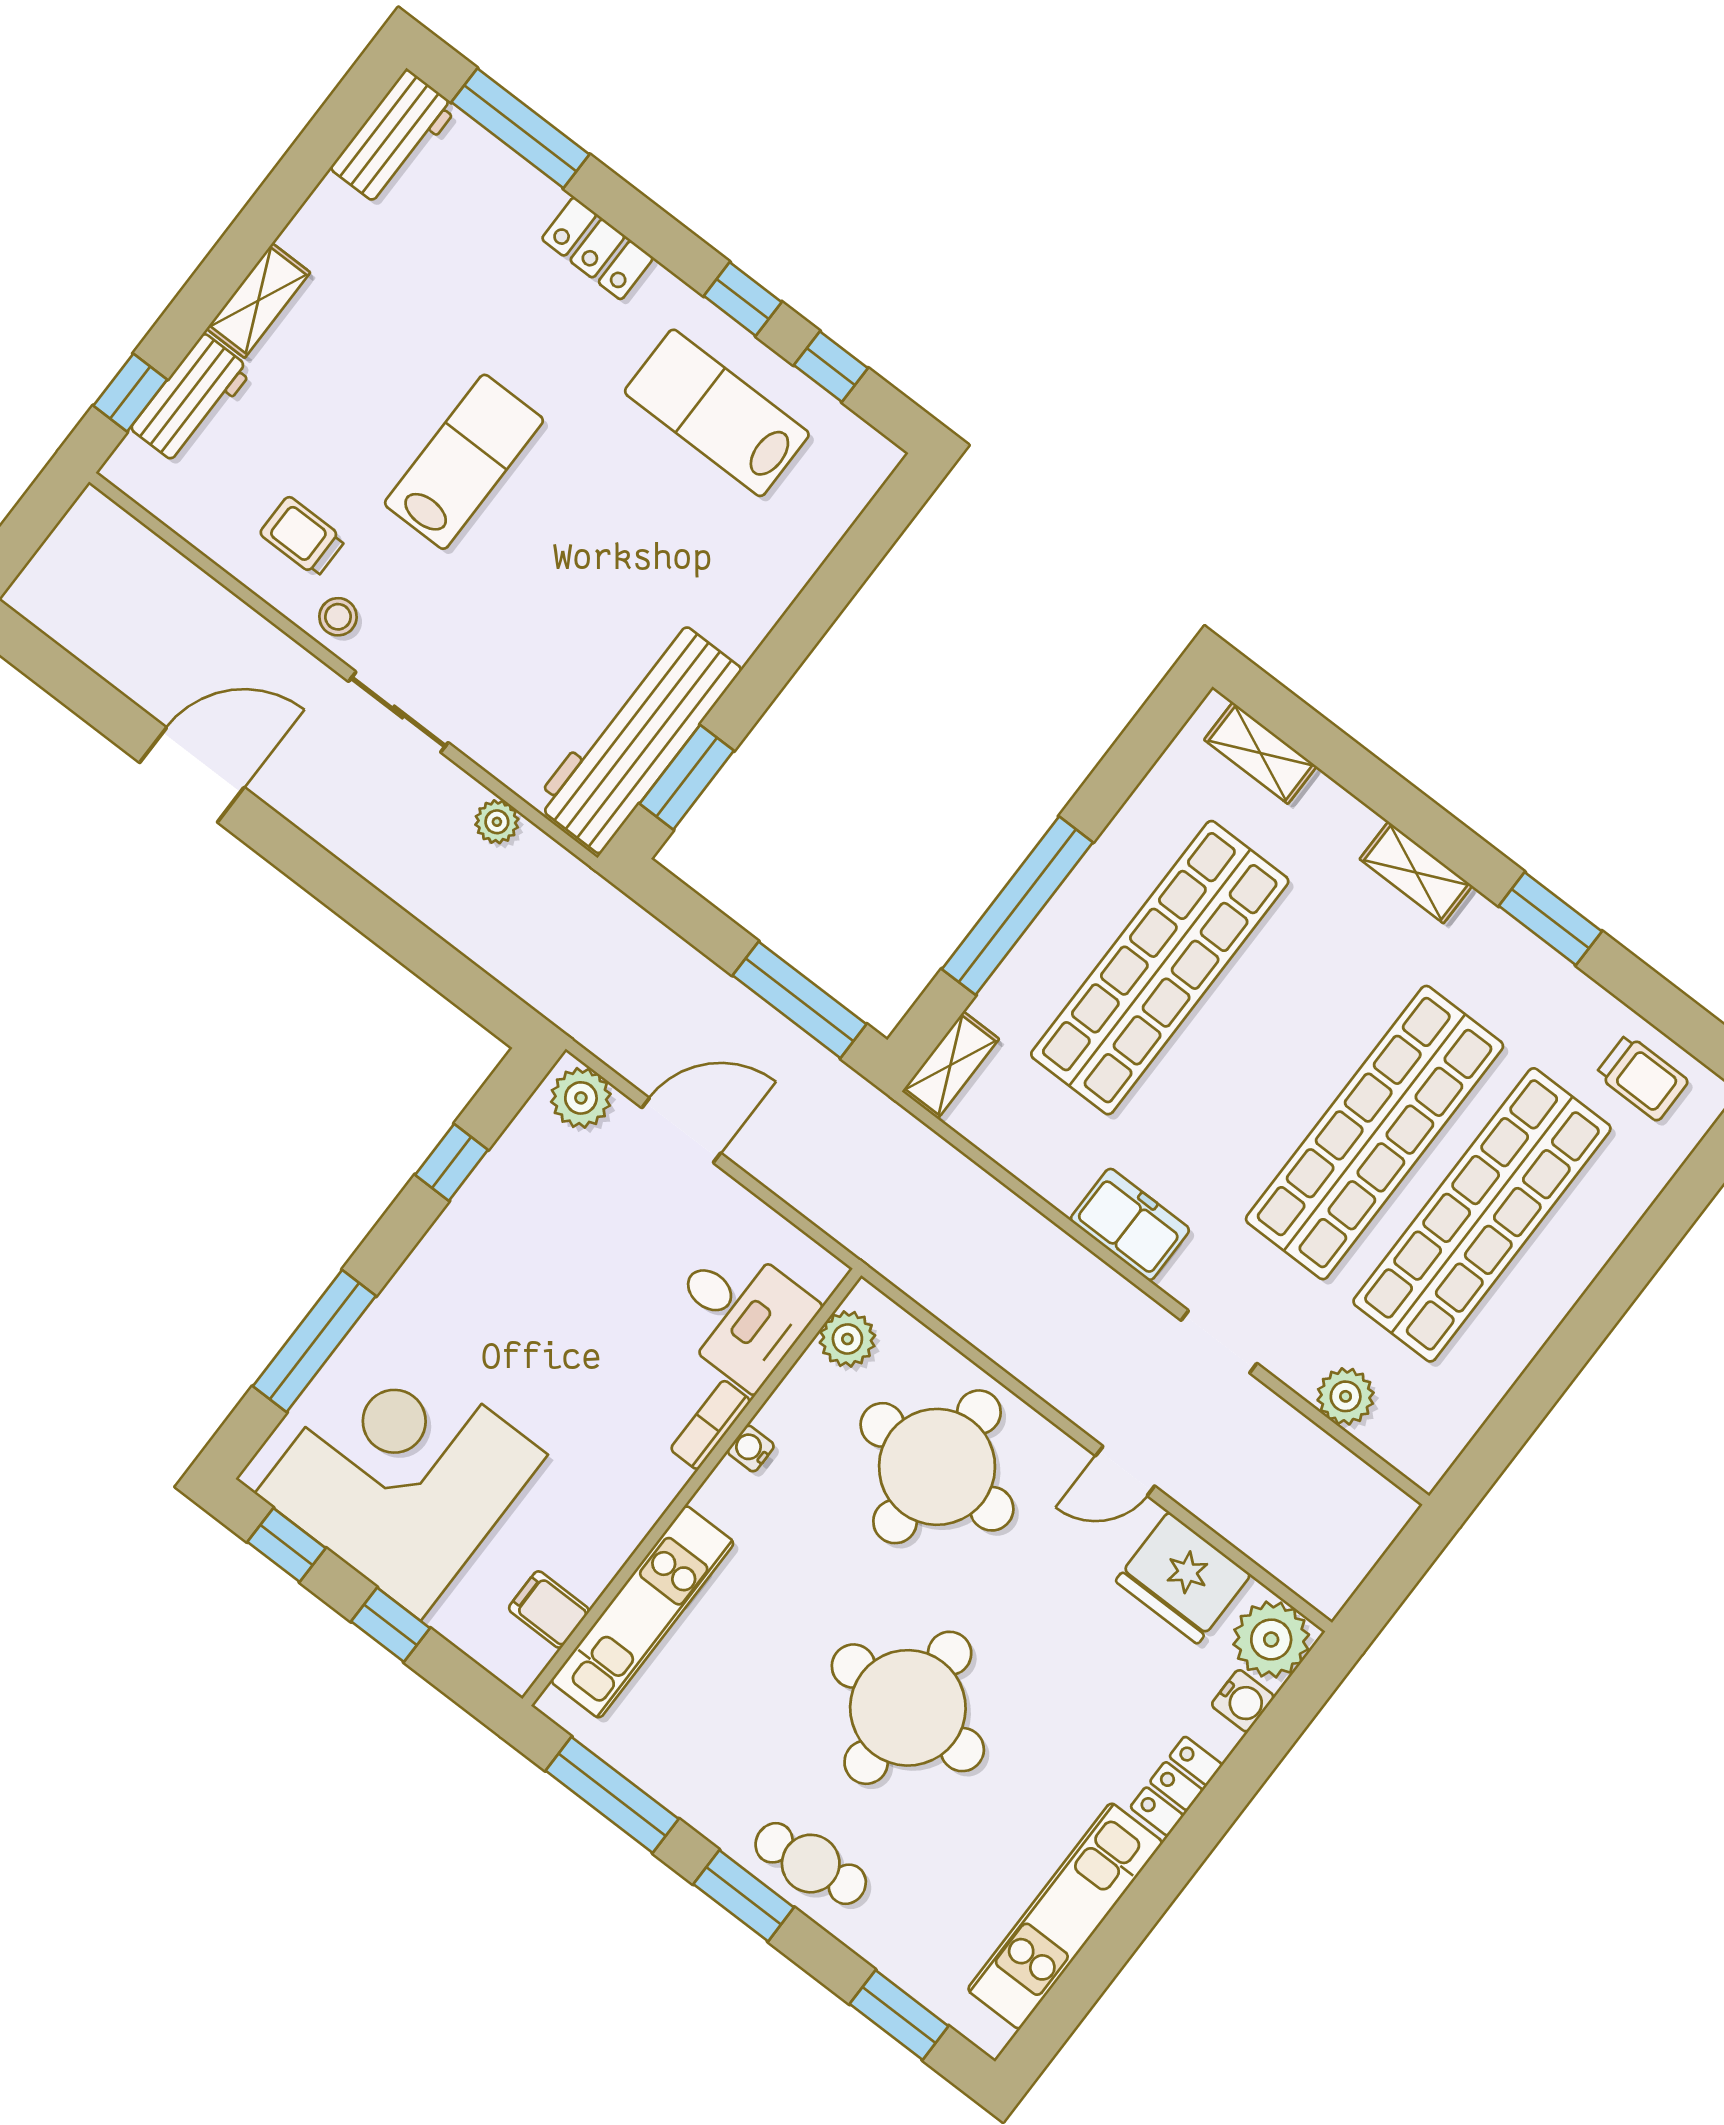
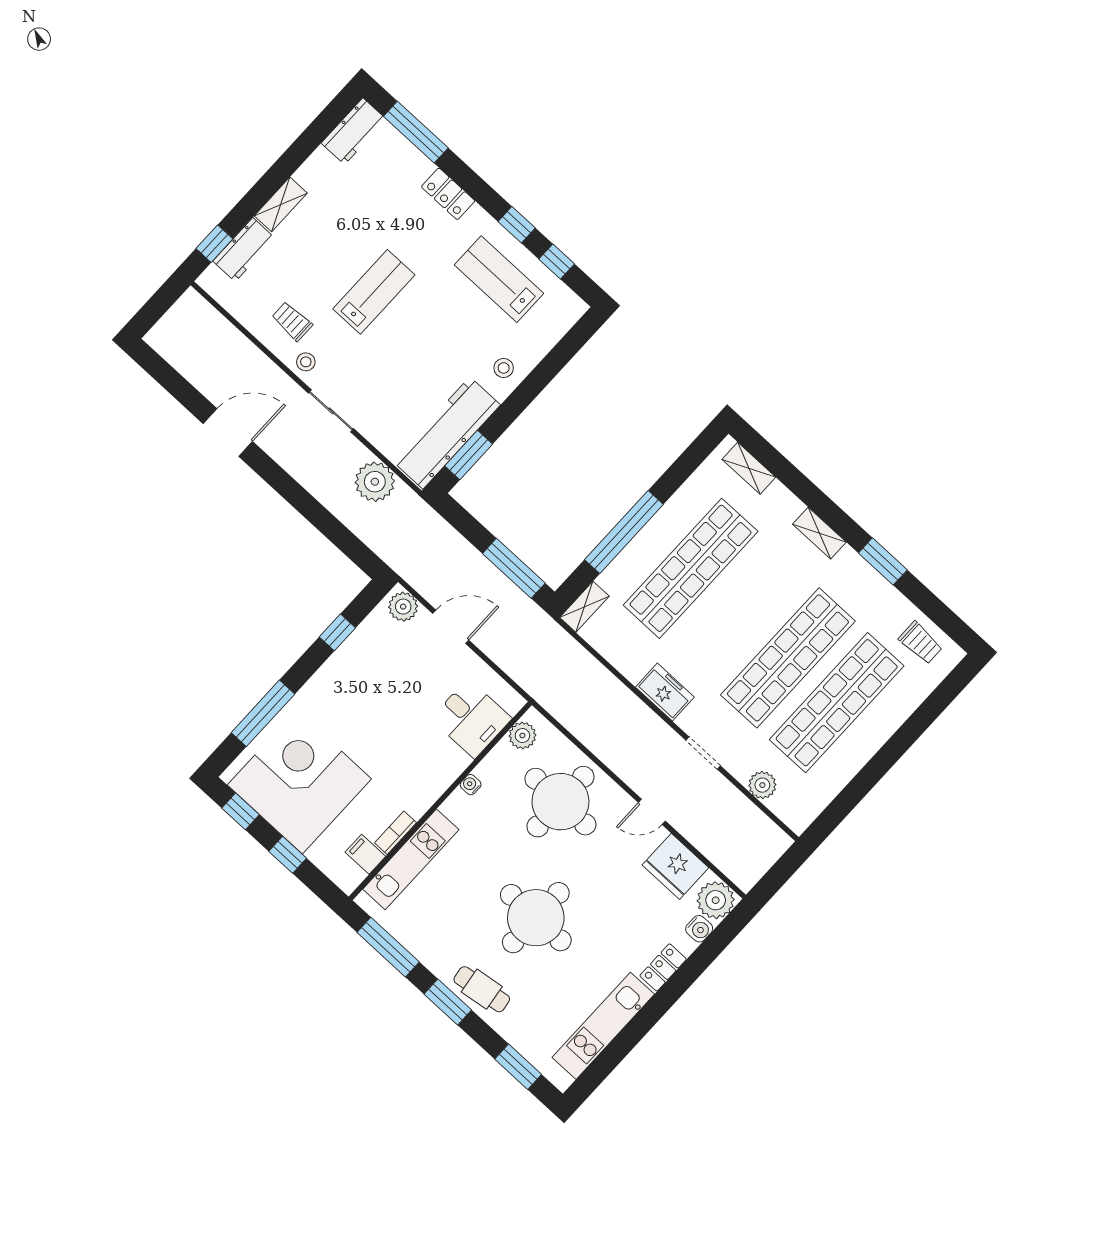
stool: (742, 593) -> (504, 368), added
plant: (497, 822) -> (375, 482), width x1.88, depth x1.88
bookcase: (711, 1425) -> (396, 833), moved

